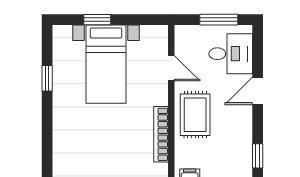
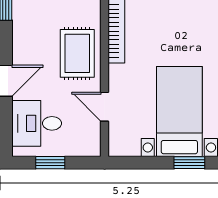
window: (219, 20) -> (50, 163), width x0.67

